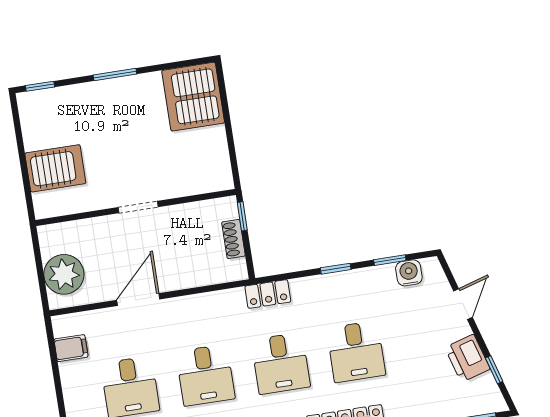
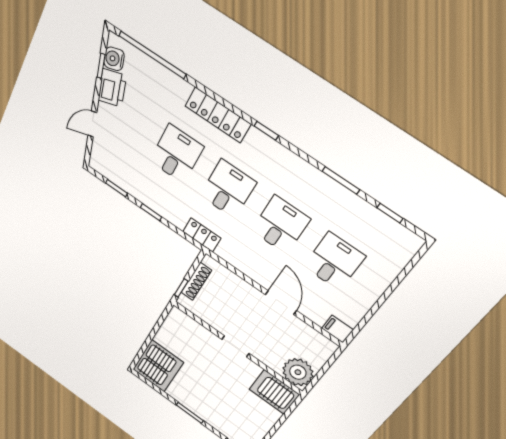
server rack: (55, 168) -> (274, 392), moved
shoe rack: (234, 239) -> (196, 281), width x1.43
water cooler: (409, 273) -> (114, 59), moved, turned 74
plant: (64, 274) -> (298, 372), moved
door: (138, 300) -> (281, 303), swing flipped
filing cabinet: (71, 348) -> (338, 329), moved

